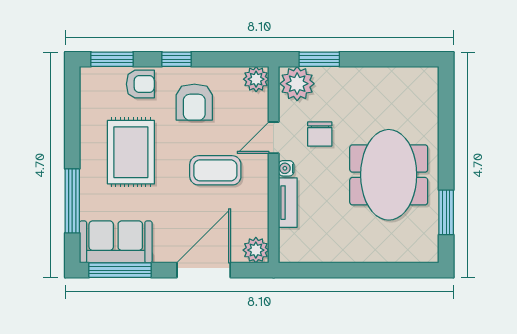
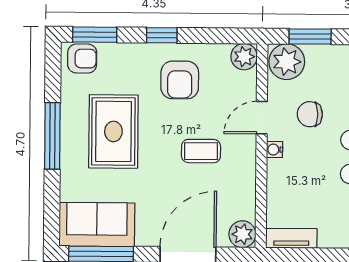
armchair: (140, 84) -> (82, 59), moved
chair: (320, 134) -> (310, 114), turned 90
coffee table: (215, 170) -> (201, 151), width x0.73, depth x0.77
window: (72, 201) -> (52, 136), moved
tv unit: (288, 203) -> (291, 238), moved, turned -90

